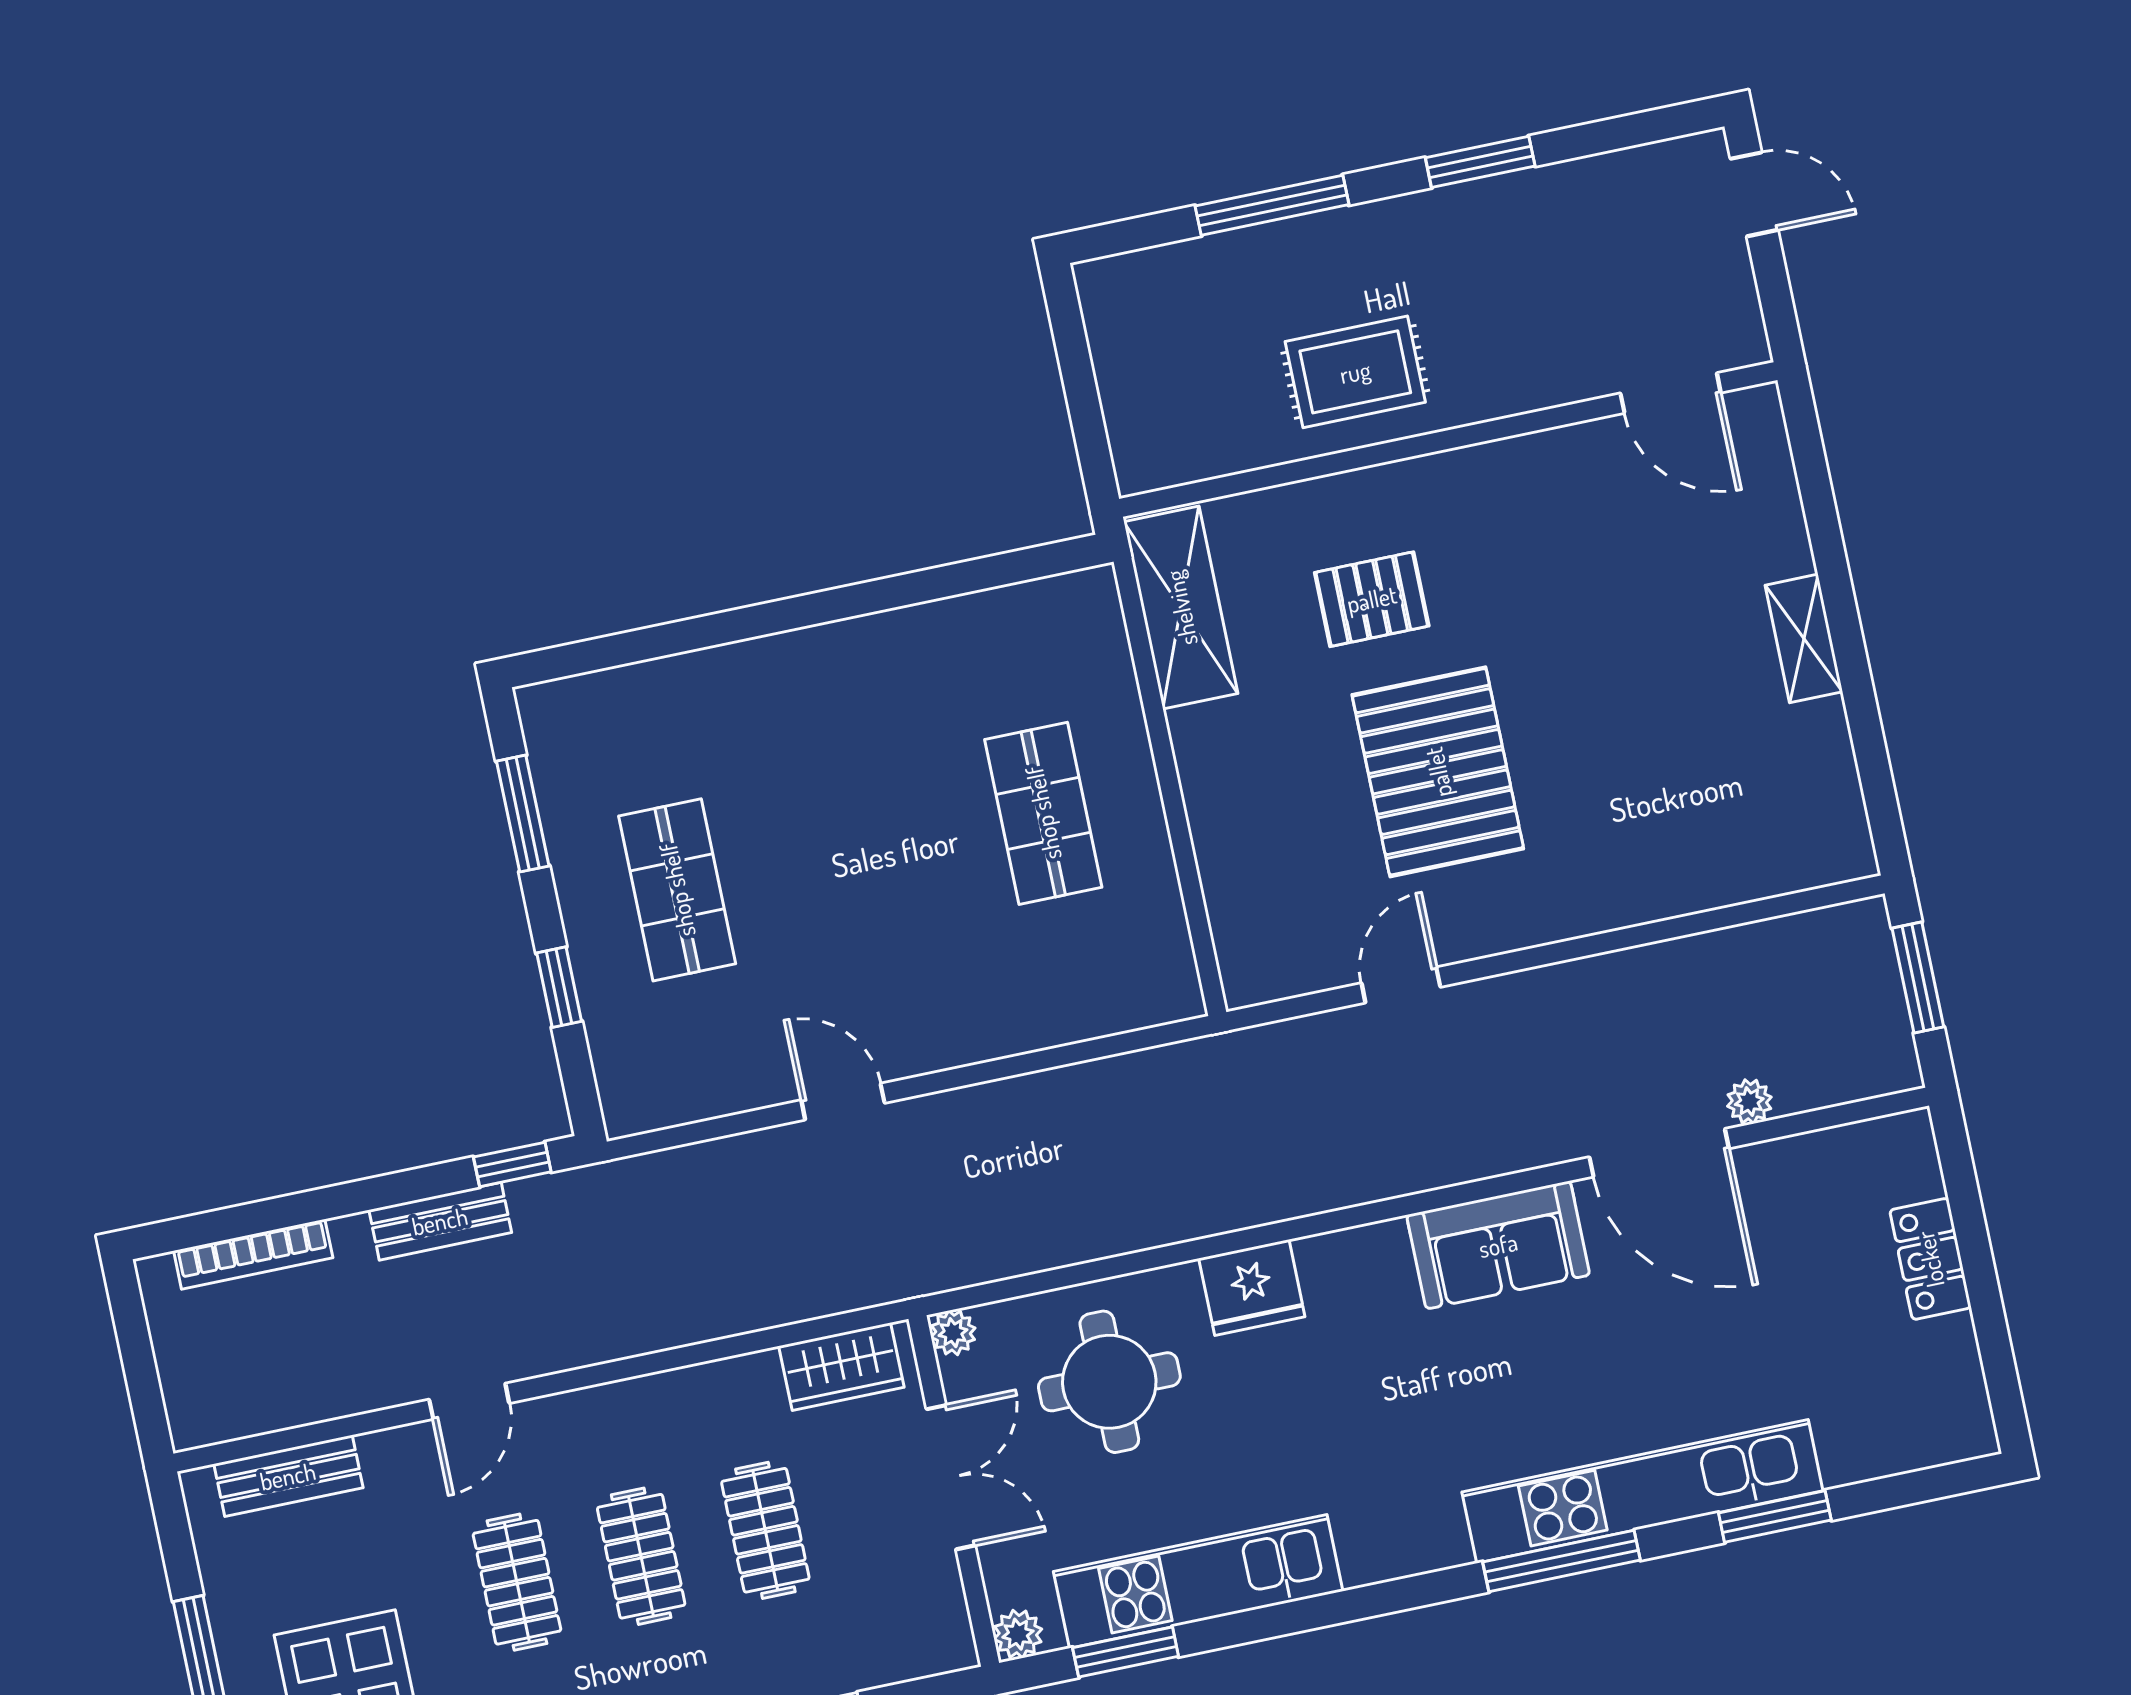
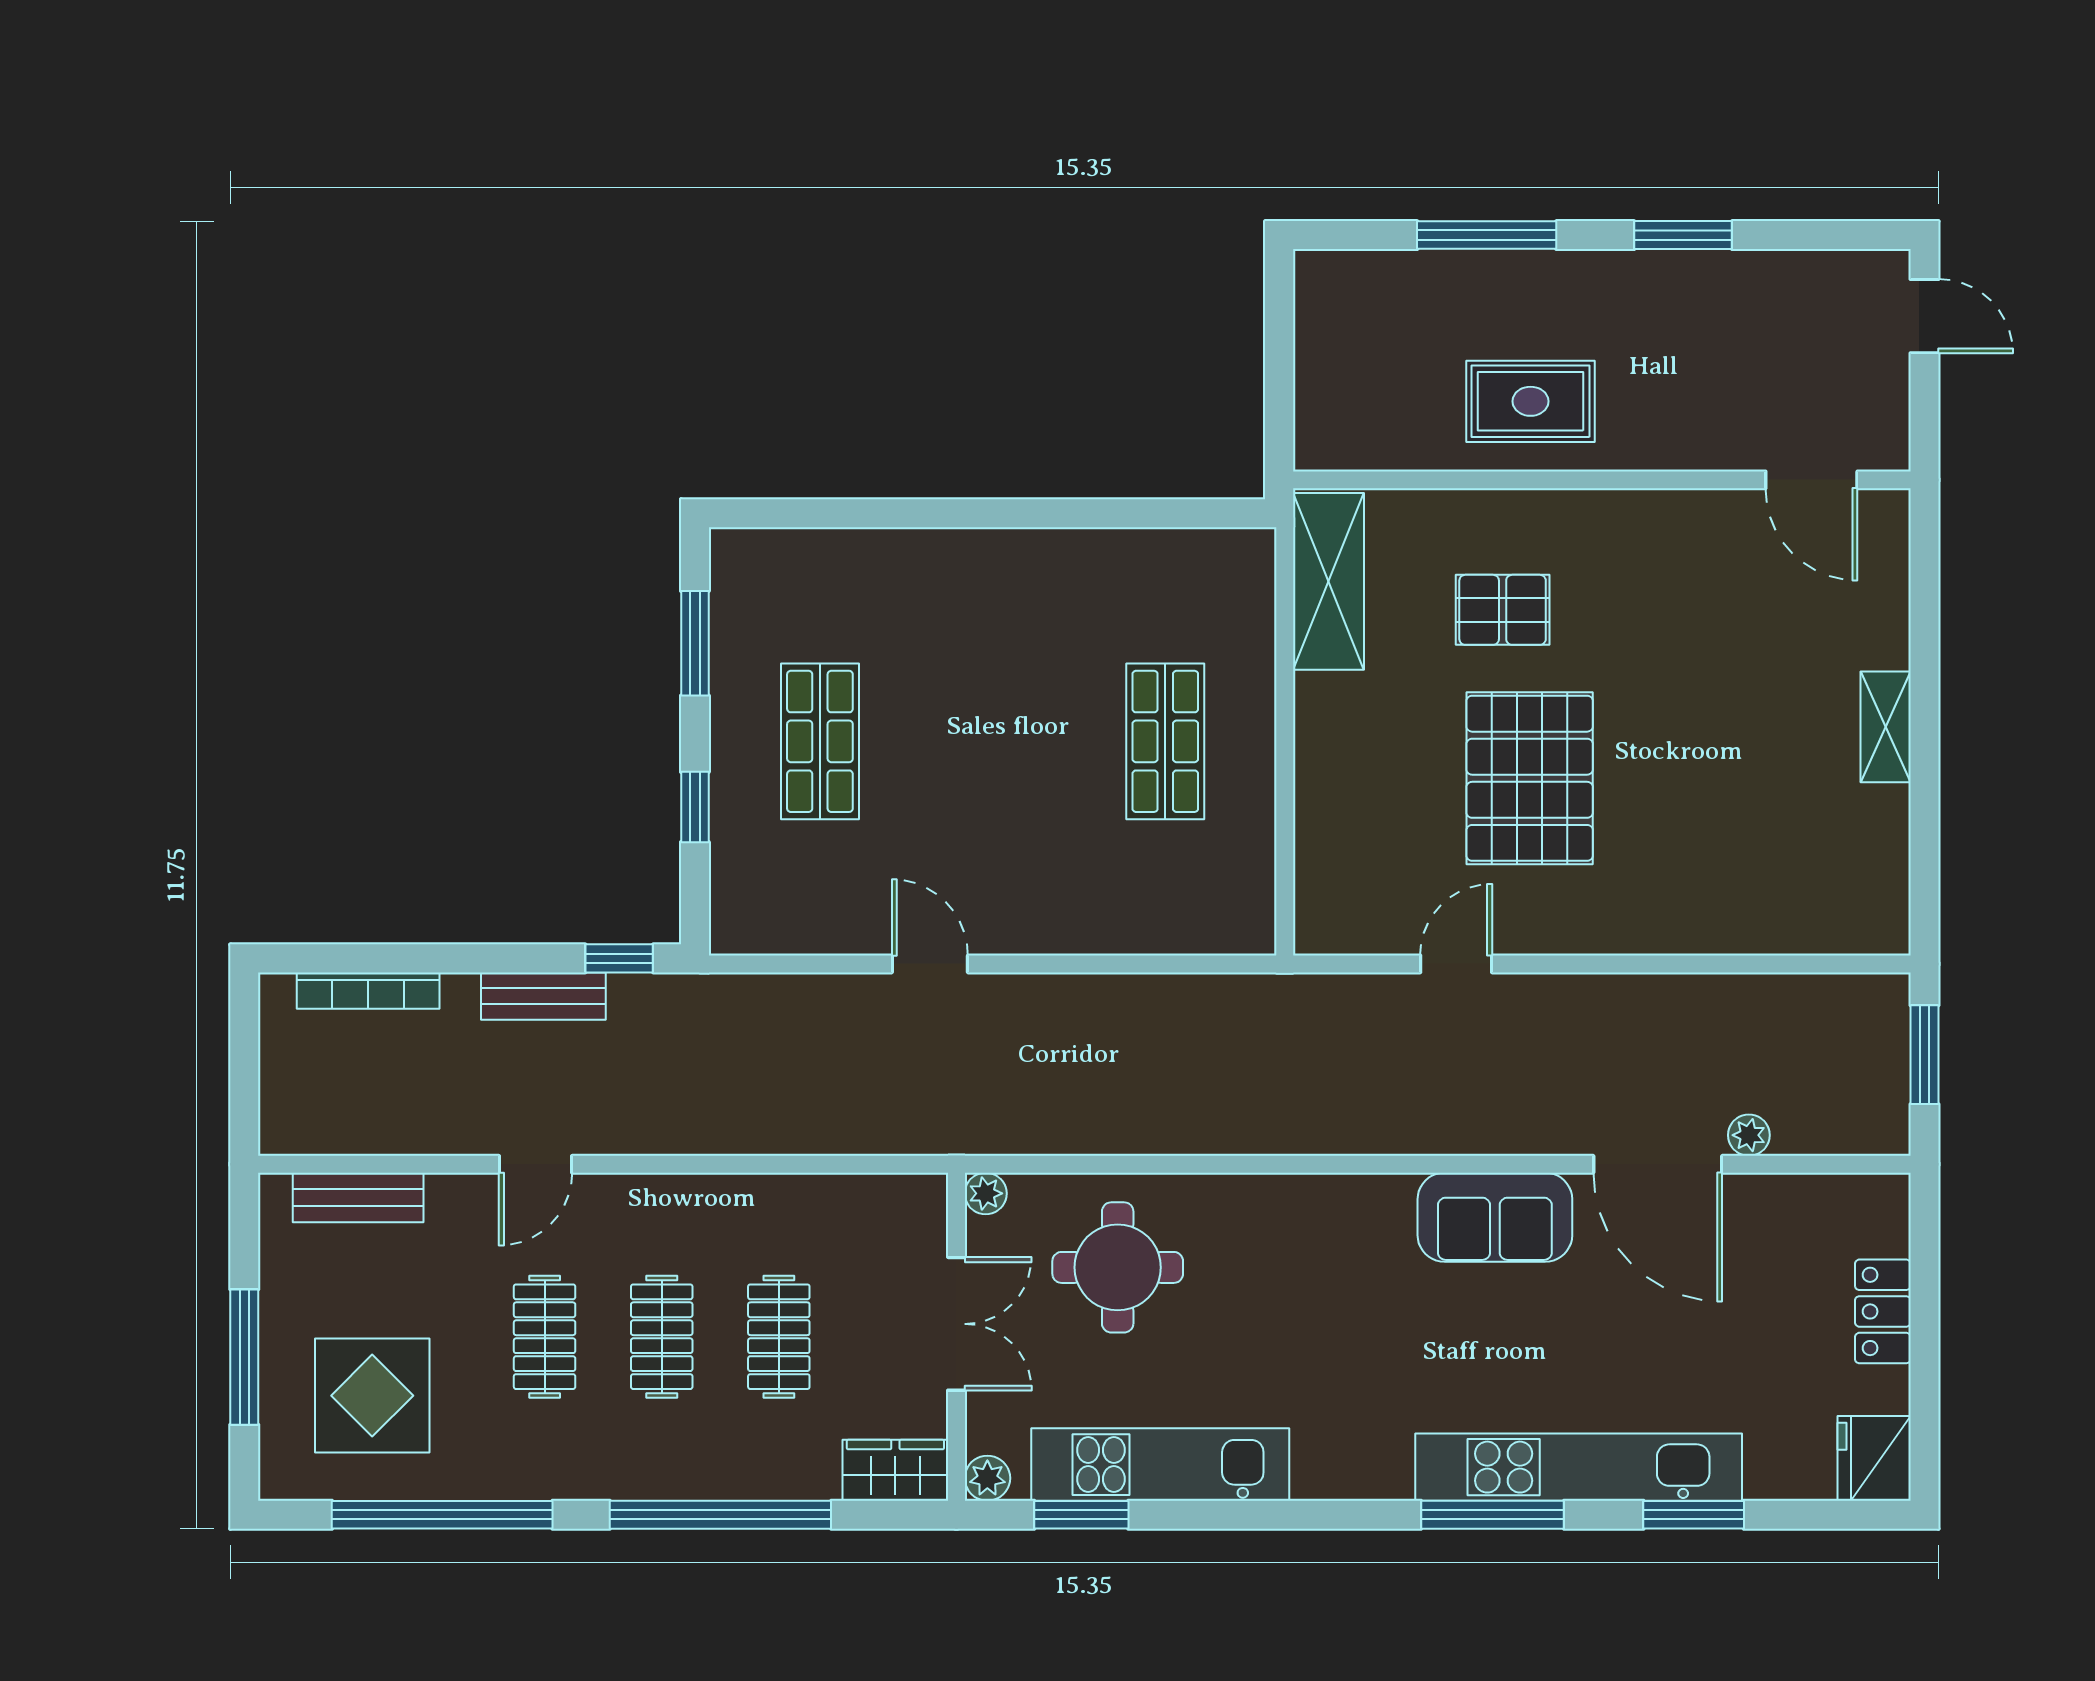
fridge: (1252, 1287) -> (1874, 1458), moved, turned 90
wardrobe: (841, 1367) -> (895, 1470), moved, turned 180

